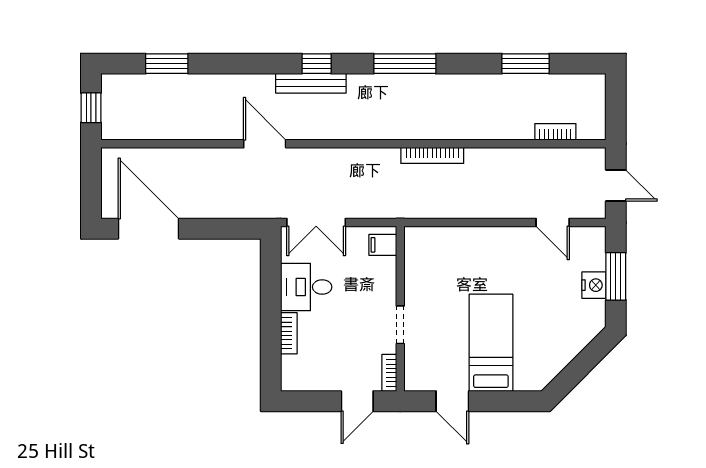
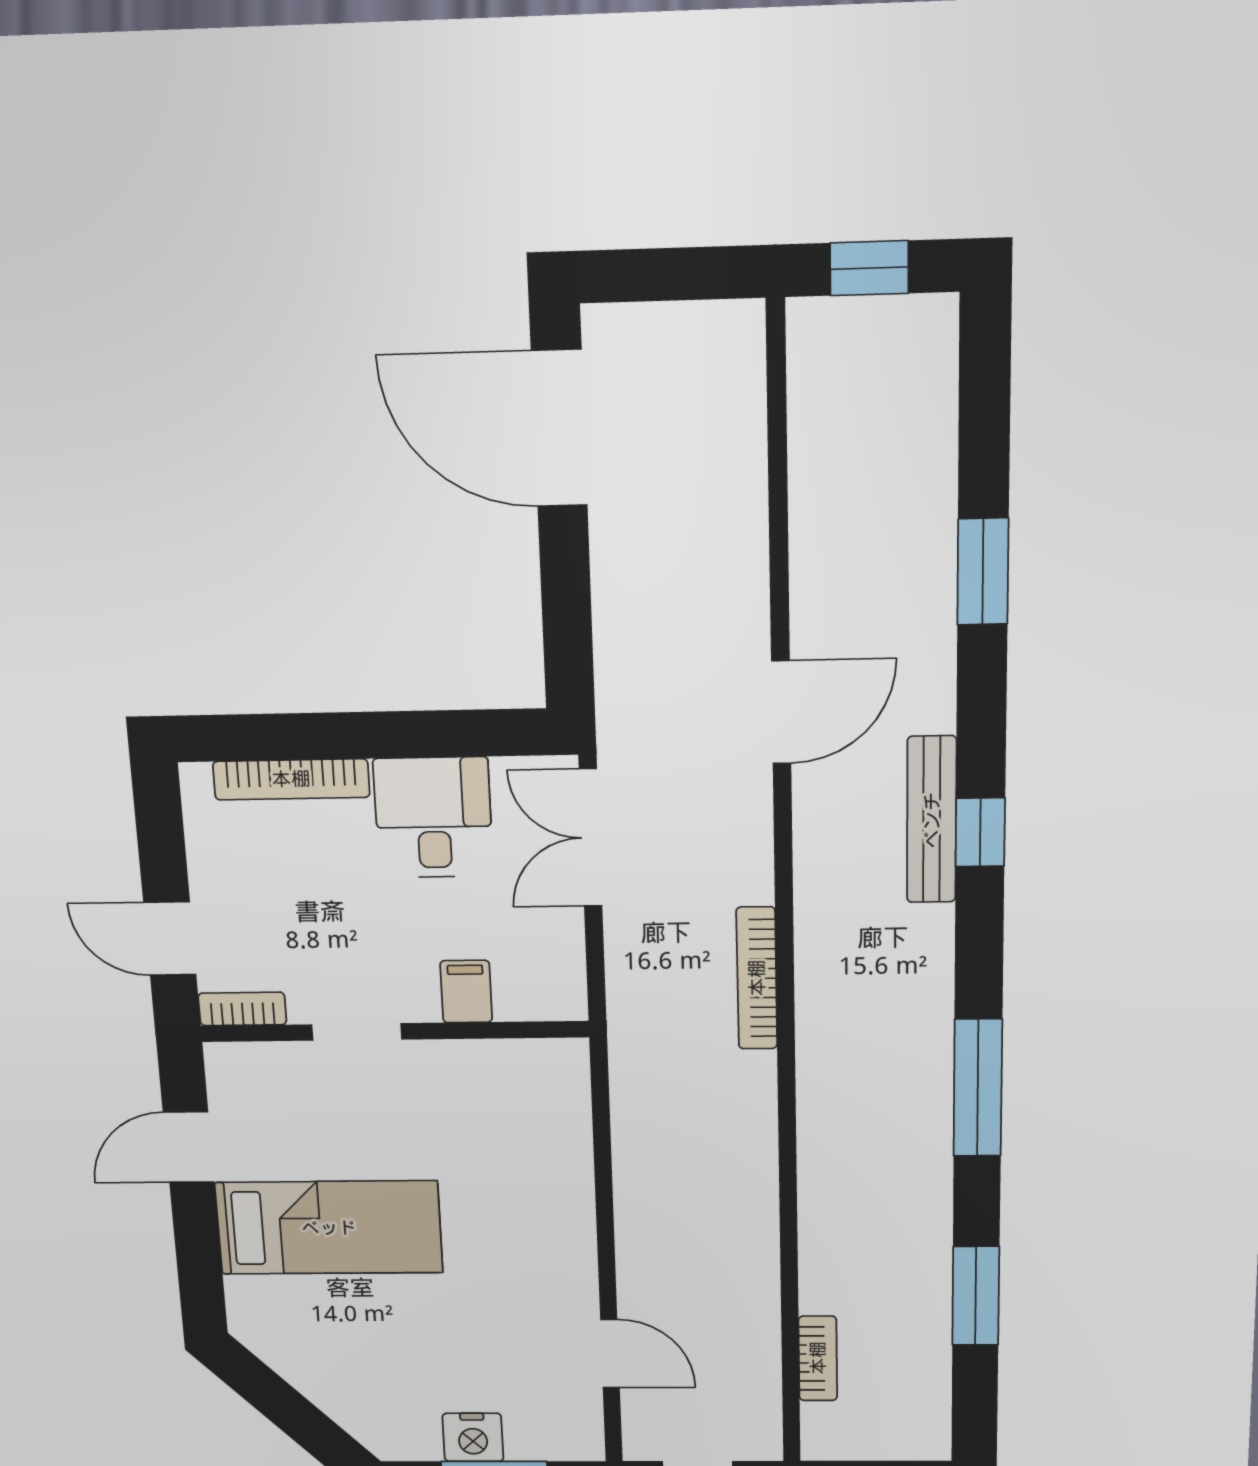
window: (167, 64) -> (983, 572), moved
window: (405, 64) -> (978, 1088), moved
bookcase: (432, 155) -> (757, 978), moved
door: (553, 223) -> (610, 1354), swing flipped
door: (149, 229) -> (559, 428), swing flipped
filing cabinet: (383, 245) -> (466, 992), moved
bookcase: (289, 333) -> (291, 779), width x1.56

